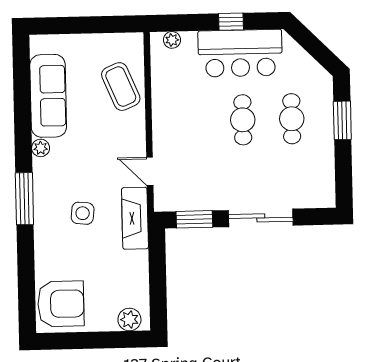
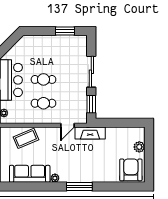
cafe table: (292, 119) -> (43, 103), moved
window: (342, 120) -> (65, 31), moved
side table: (83, 213) -> (87, 158), removed
plant: (129, 319) -> (139, 147), moved

